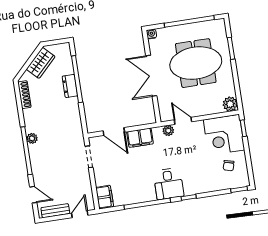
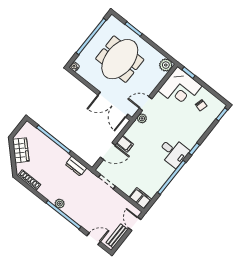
double door: (151, 76) -> (113, 105), moved
dresser: (70, 86) -> (76, 166), moved
filing cabinet: (140, 138) -> (125, 144), width x0.50

